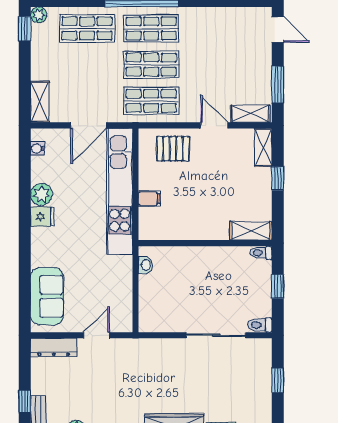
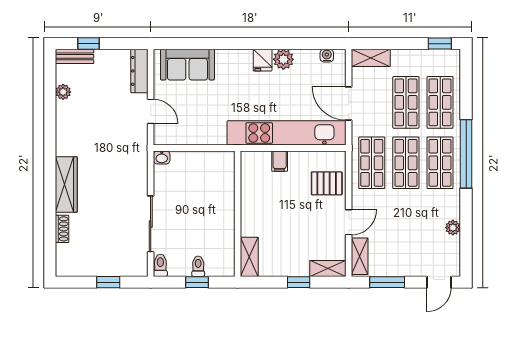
plant: (39, 15) -> (453, 228), moved
shop shelf: (87, 65) -> (406, 102), added
pallet: (173, 149) -> (327, 183), turned 90
toilet: (261, 253) -> (198, 266), moved
washbasin: (145, 265) -> (162, 157), moved

